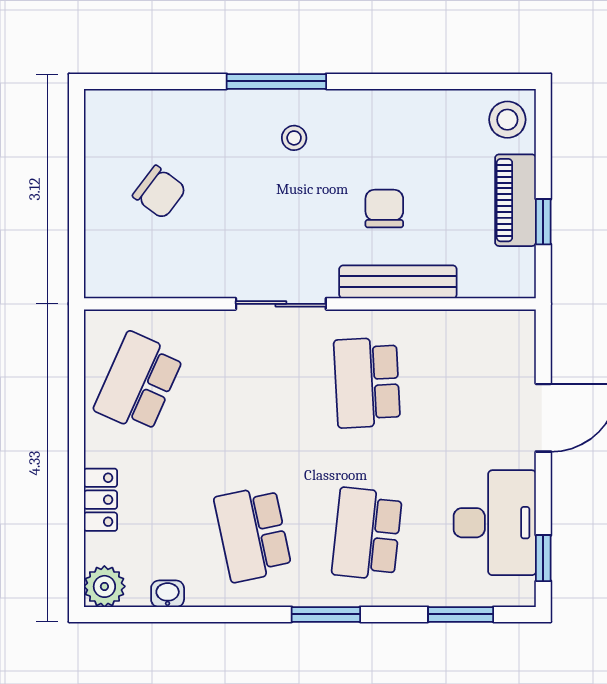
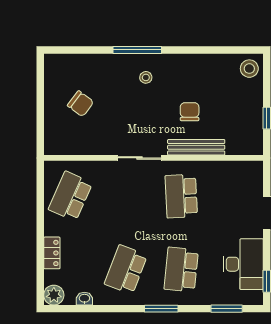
piano: (516, 200) -> (253, 108), removed
school desk: (253, 534) -> (126, 270), turned 33

